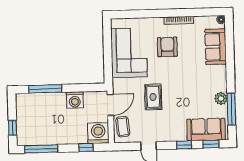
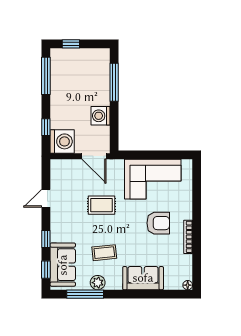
sofa: (216, 47) -> (143, 278), moved
coffee table: (123, 127) -> (104, 253), moved

